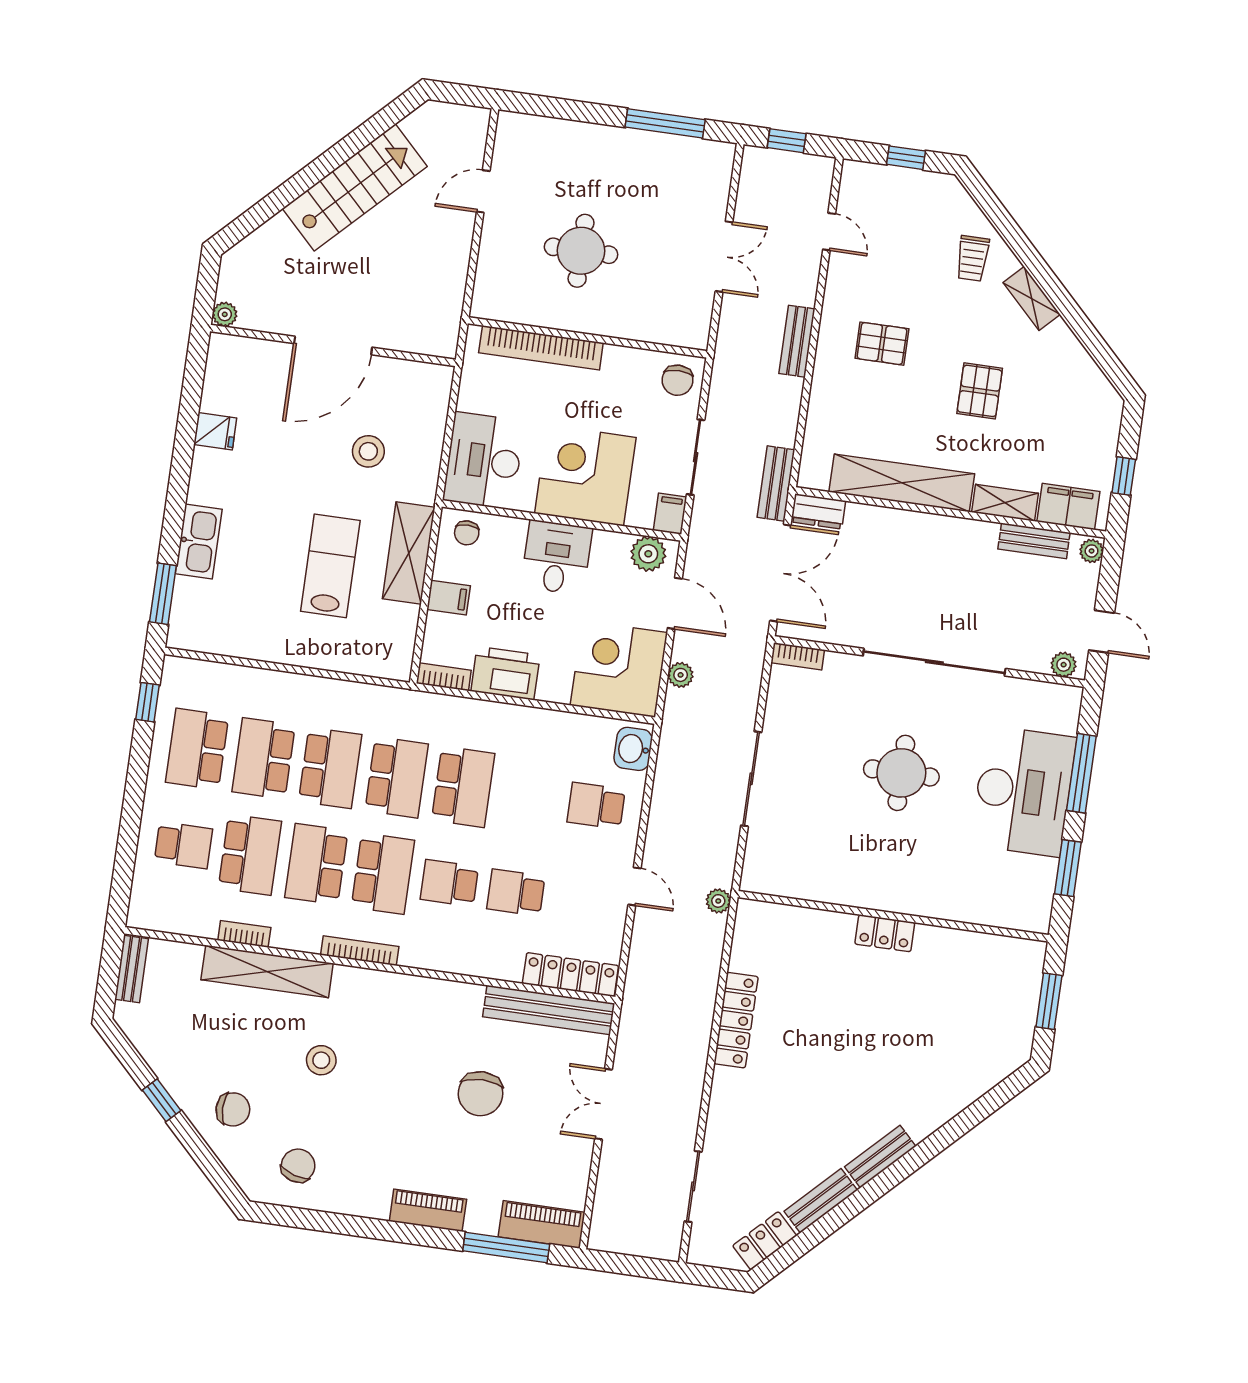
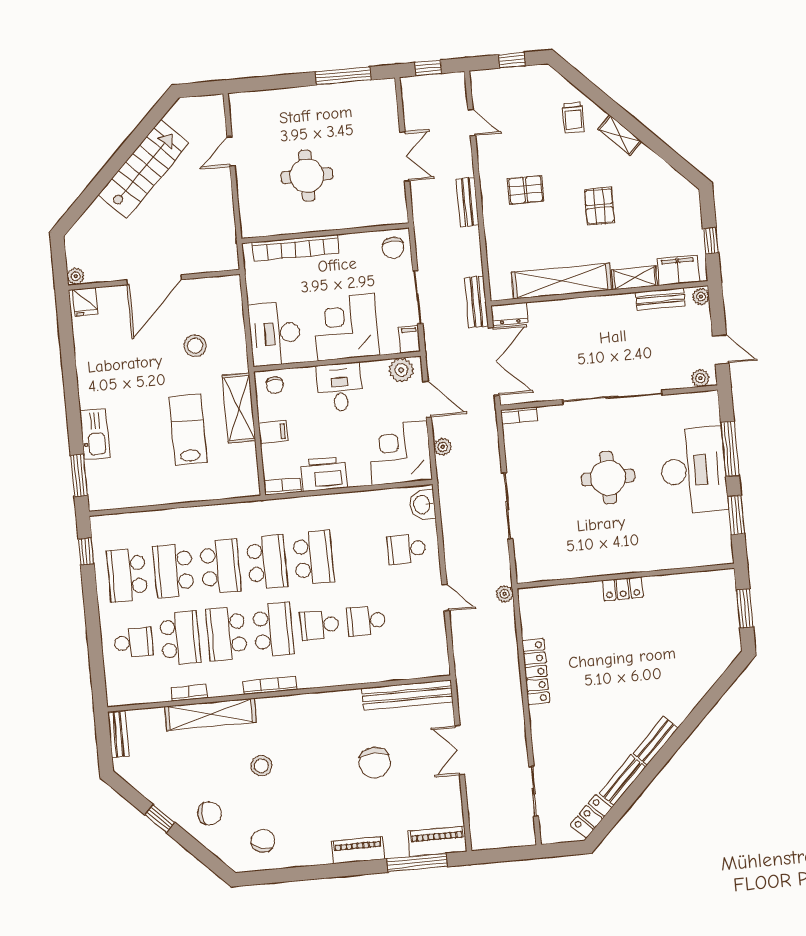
fridge: (215, 431) -> (85, 302), moved, turned 90
locker: (570, 975) -> (416, 668), removed

